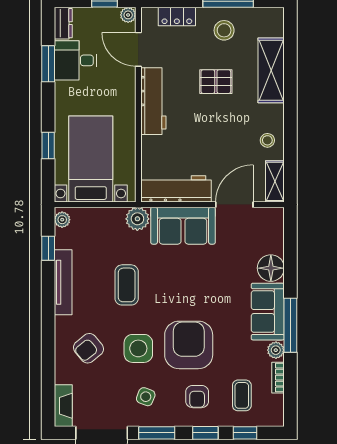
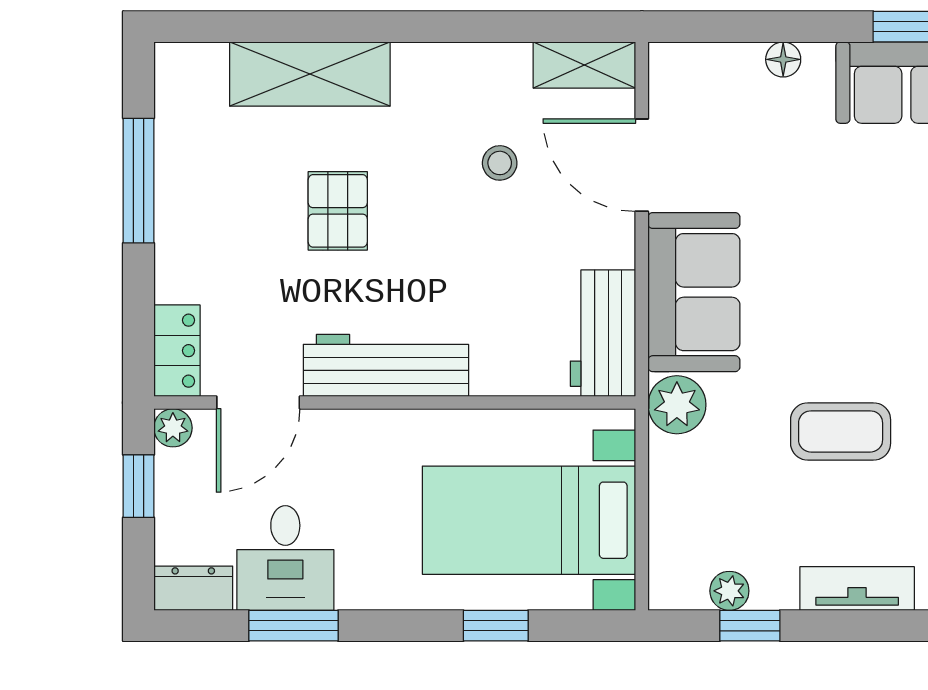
locker: (177, 17) -> (177, 351), moved
stool: (224, 30) -> (211, 191), removed
stool: (267, 140) -> (500, 163), moved
workbench: (176, 189) -> (603, 333), width x0.73
plant: (62, 220) -> (729, 591), moved
floor lamp: (271, 268) -> (783, 59), width x0.53, depth x0.53
tv unit: (63, 282) -> (857, 589), width x0.71

